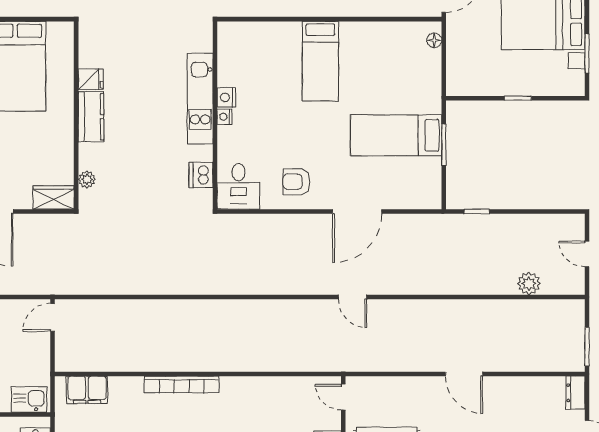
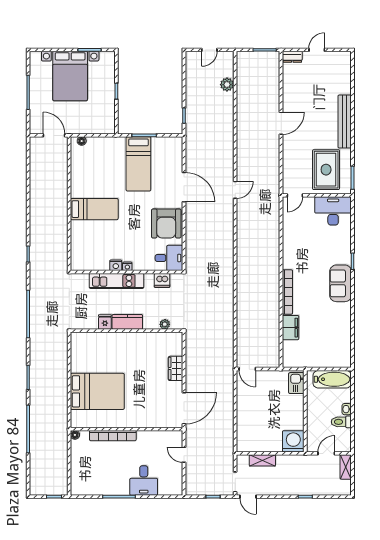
fridge: (91, 79) -> (105, 322), moved
wall: (76, 115) -> (127, 331), moved
kitchen counter: (91, 117) -> (127, 322), moved
plant: (87, 179) -> (165, 324), moved
armchair: (296, 182) -> (166, 223), width x1.88, depth x1.88
filing cabinet: (87, 390) -> (290, 328), moved

